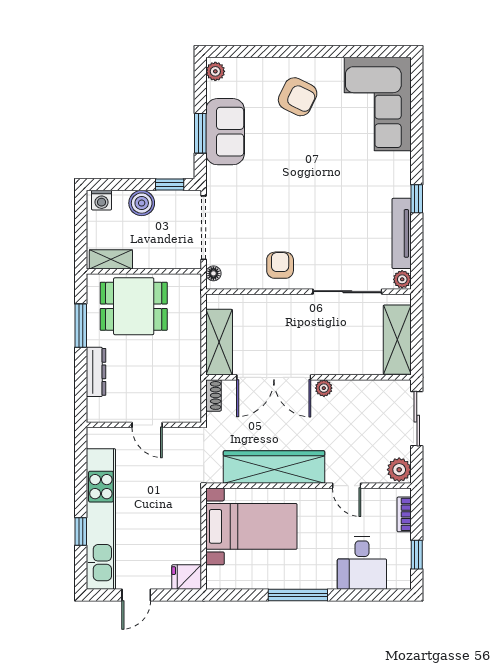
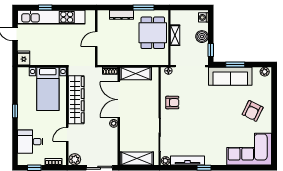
sofa: (225, 132) -> (230, 76), width x1.36
shelving: (111, 259) -> (175, 35), moved
window: (298, 595) -> (15, 111), width x0.46

